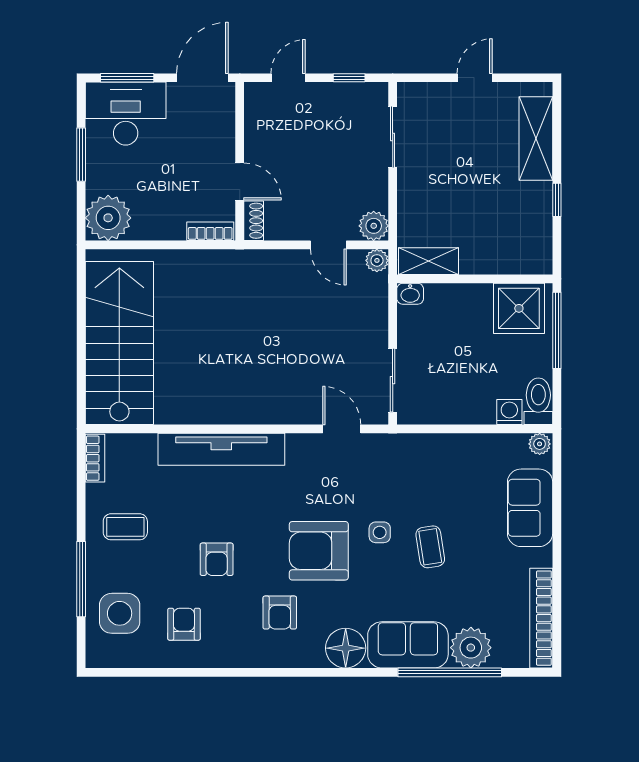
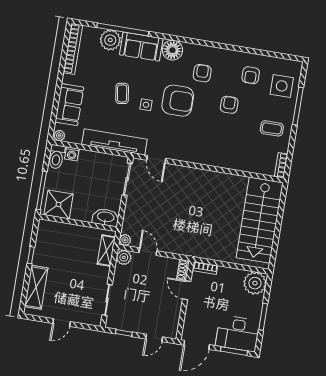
shelving: (428, 261) -> (106, 251), moved, turned 90
washbasin: (410, 294) -> (106, 217), width x1.91, depth x1.45
tv unit: (221, 449) -> (114, 142), moved

